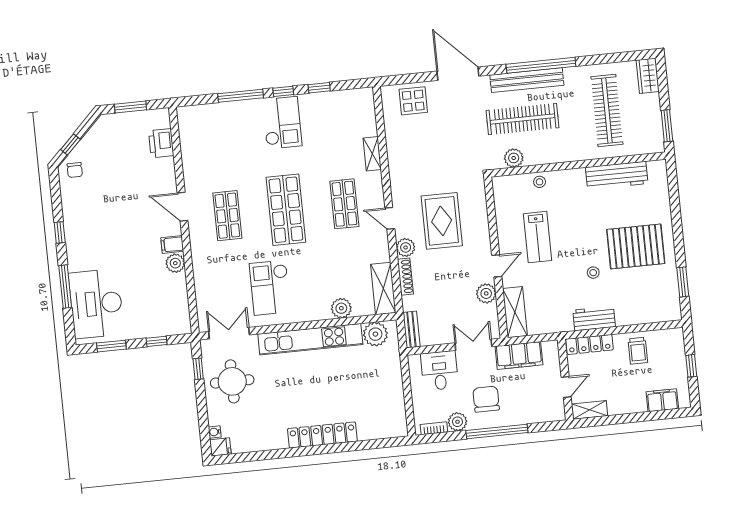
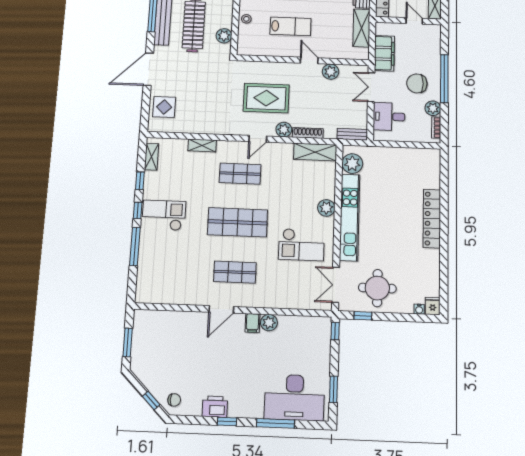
shelving: (350, 96) -> (152, 157), added
printer: (161, 143) -> (215, 407), moved, turned 180
plant: (341, 308) -> (326, 208), moved
shelving: (515, 312) -> (362, 28), moved, turned 90
window: (157, 341) -> (335, 331), moved

